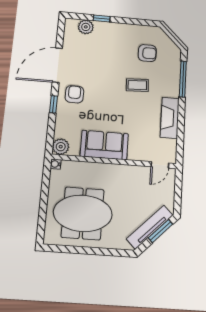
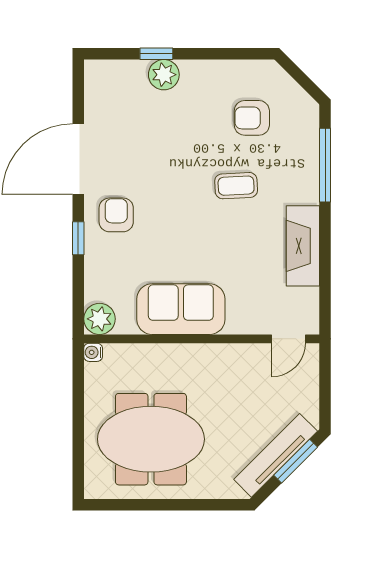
plant: (86, 27) -> (164, 75), moved
armchair: (147, 53) -> (252, 118), turned 180

